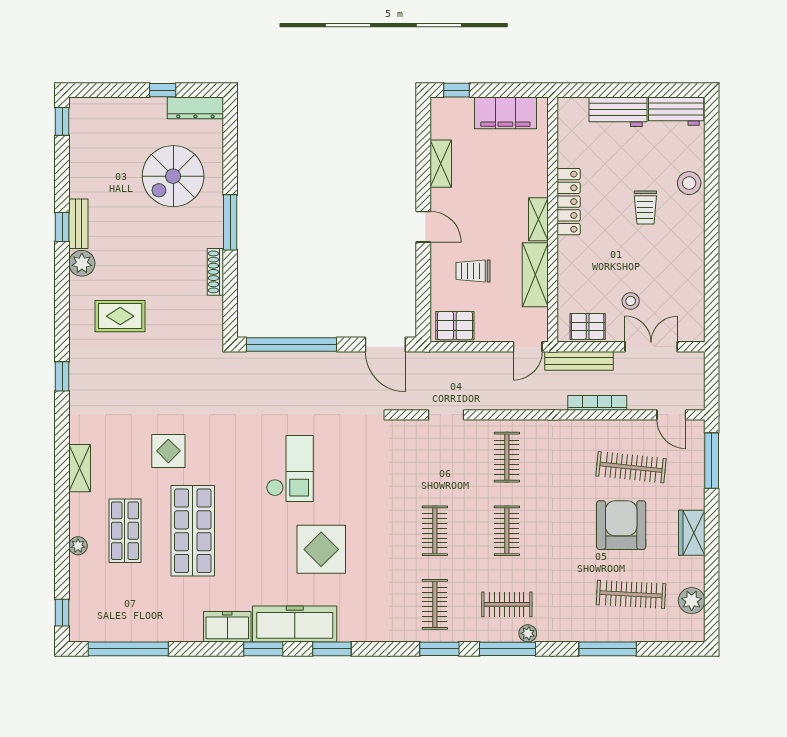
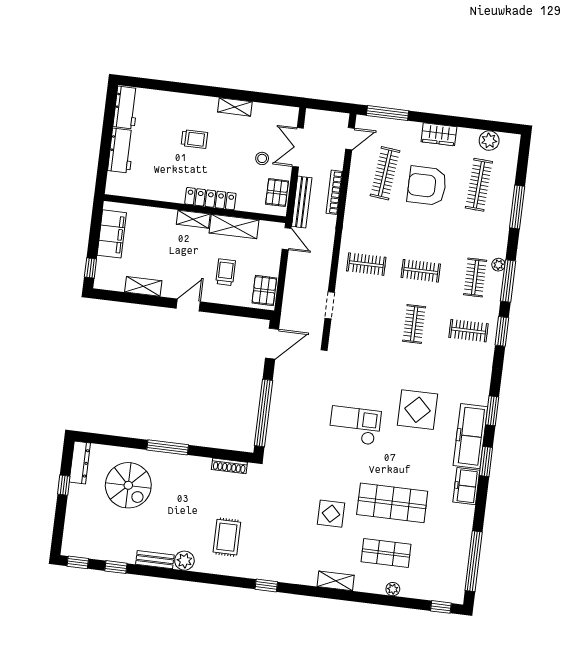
stool: (689, 183) -> (180, 104), removed
locker: (569, 202) -> (210, 199), moved
window: (62, 227) -> (116, 567), moved
shelving: (695, 256) -> (235, 107), added
trolley: (473, 271) -> (226, 272), turned 180
shoe rack: (215, 272) -> (229, 466), moved
clothes rail: (435, 531) -> (414, 324), turned 90

